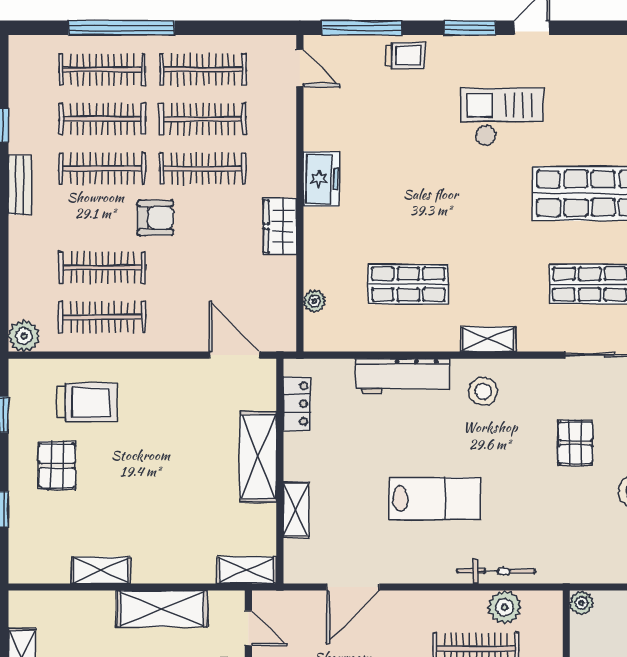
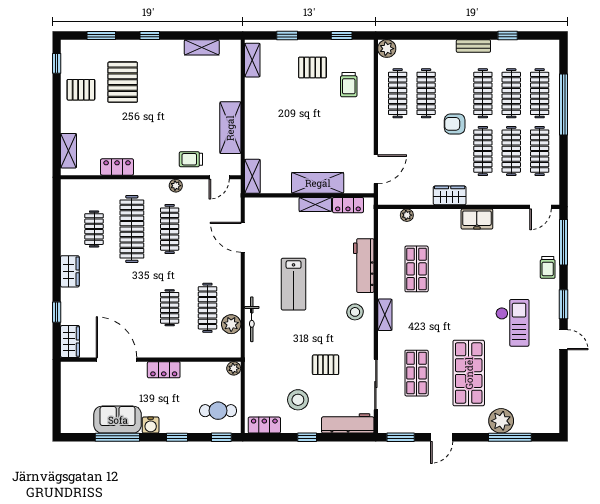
armchair: (155, 218) -> (455, 124), turned 90
trolley: (87, 402) -> (349, 85), width x0.73, depth x0.72
shelving: (296, 509) -> (315, 204), moved
shelving: (101, 570) -> (252, 60), moved

